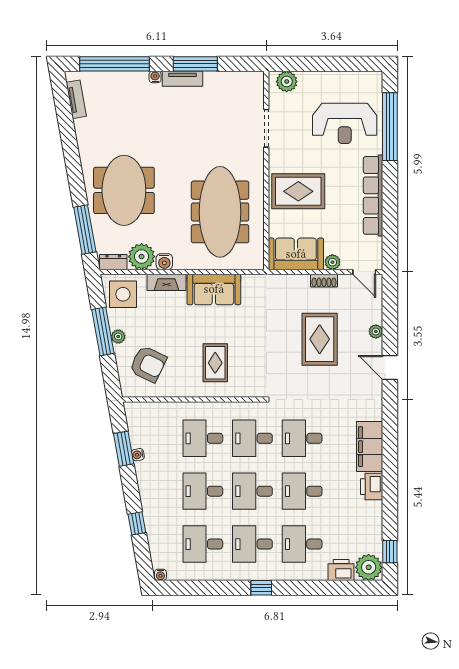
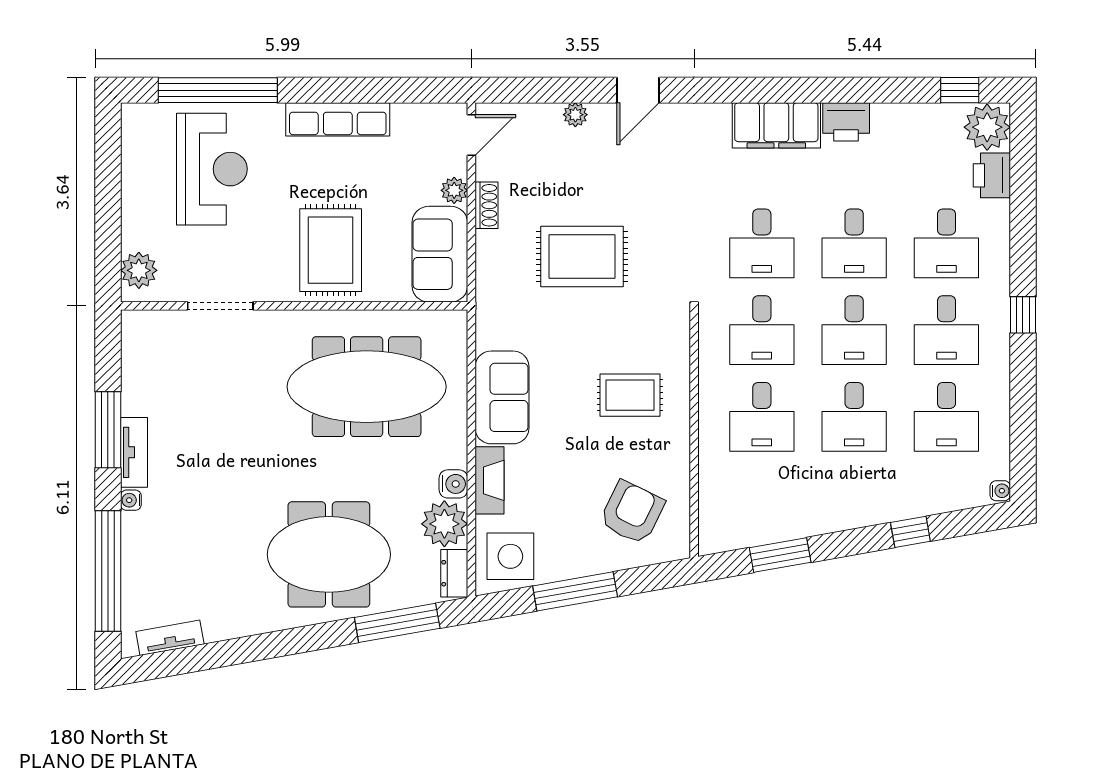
row of seats: (373, 195) -> (338, 119), width x0.73
plant: (118, 337) -> (584, 565), removed
rug: (320, 339) -> (582, 257), moved
water cooler: (138, 455) -> (790, 530), removed

